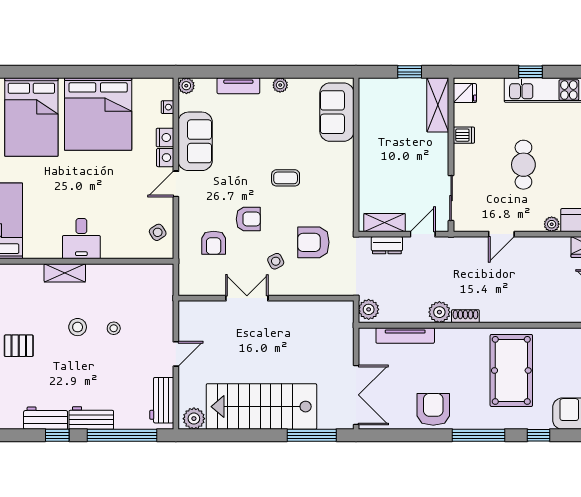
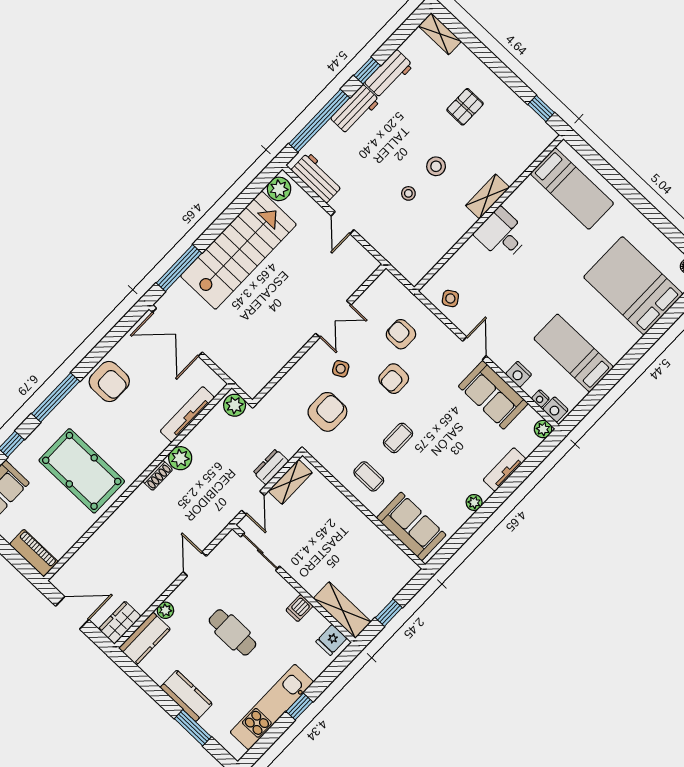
bed: (98, 114) -> (574, 353), width x0.49
nightstand: (165, 158) -> (555, 410), moved
coffee table: (330, 173) -> (369, 476), added

